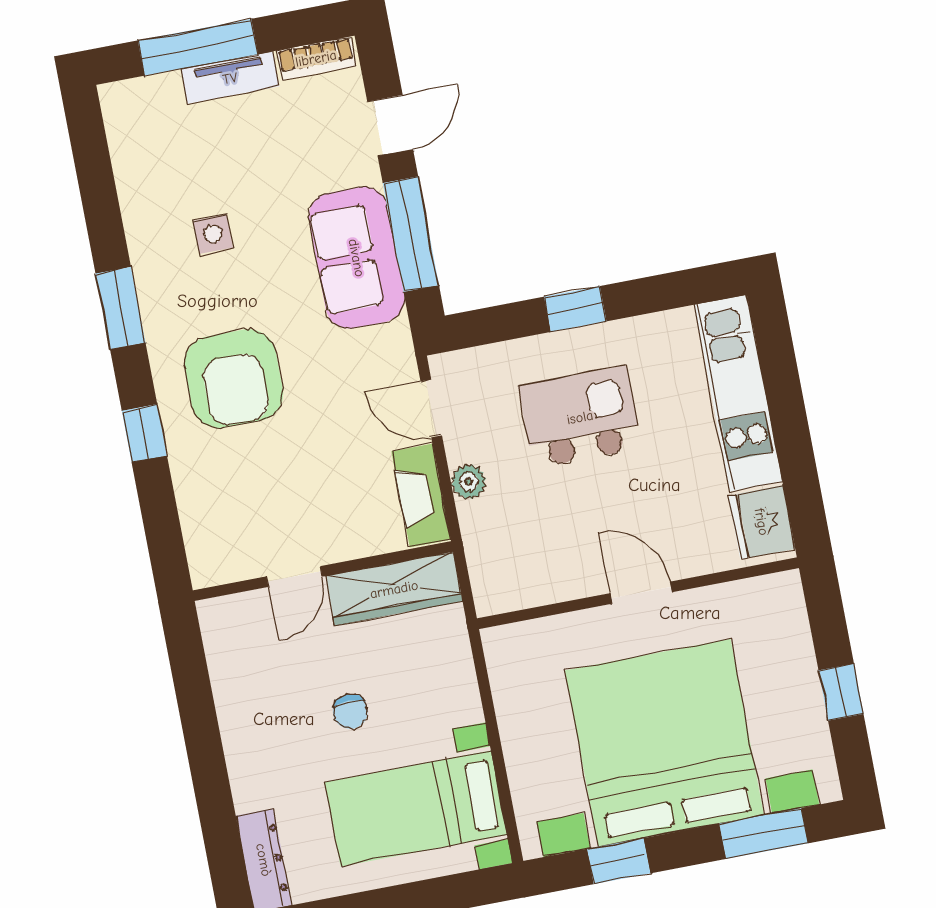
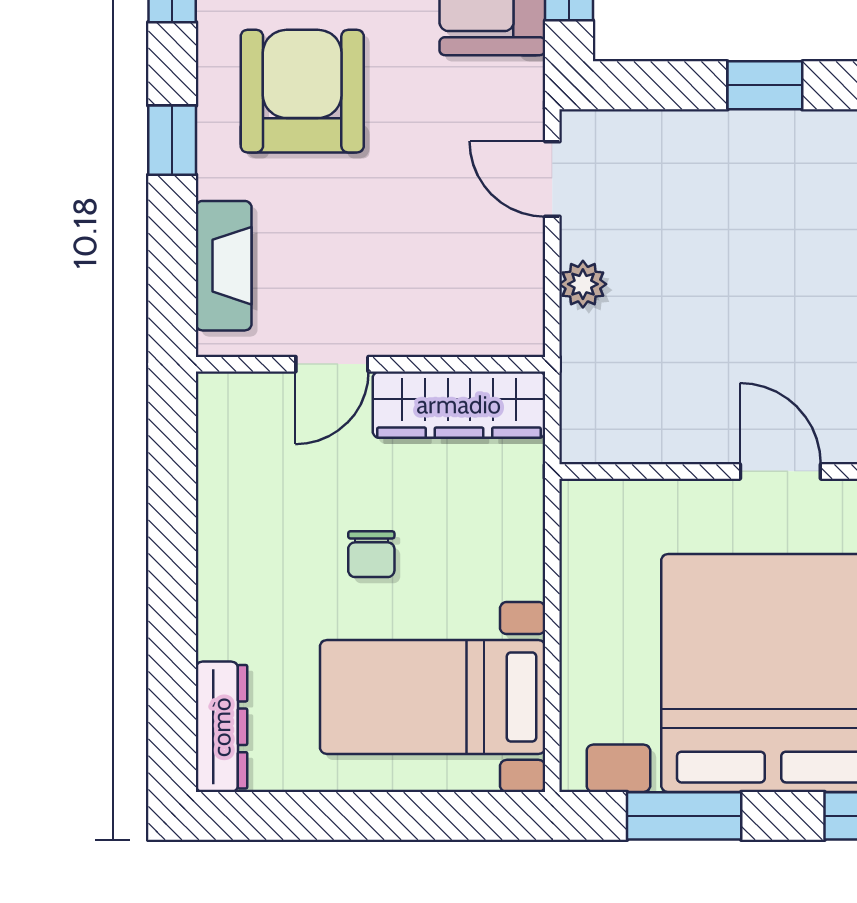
armchair: (234, 379) -> (302, 91), turned 180
kitchen island: (580, 417) -> (744, 227), removed
fireplace: (421, 496) -> (224, 266), moved, turned 180
window: (619, 861) -> (684, 816), width x1.50

